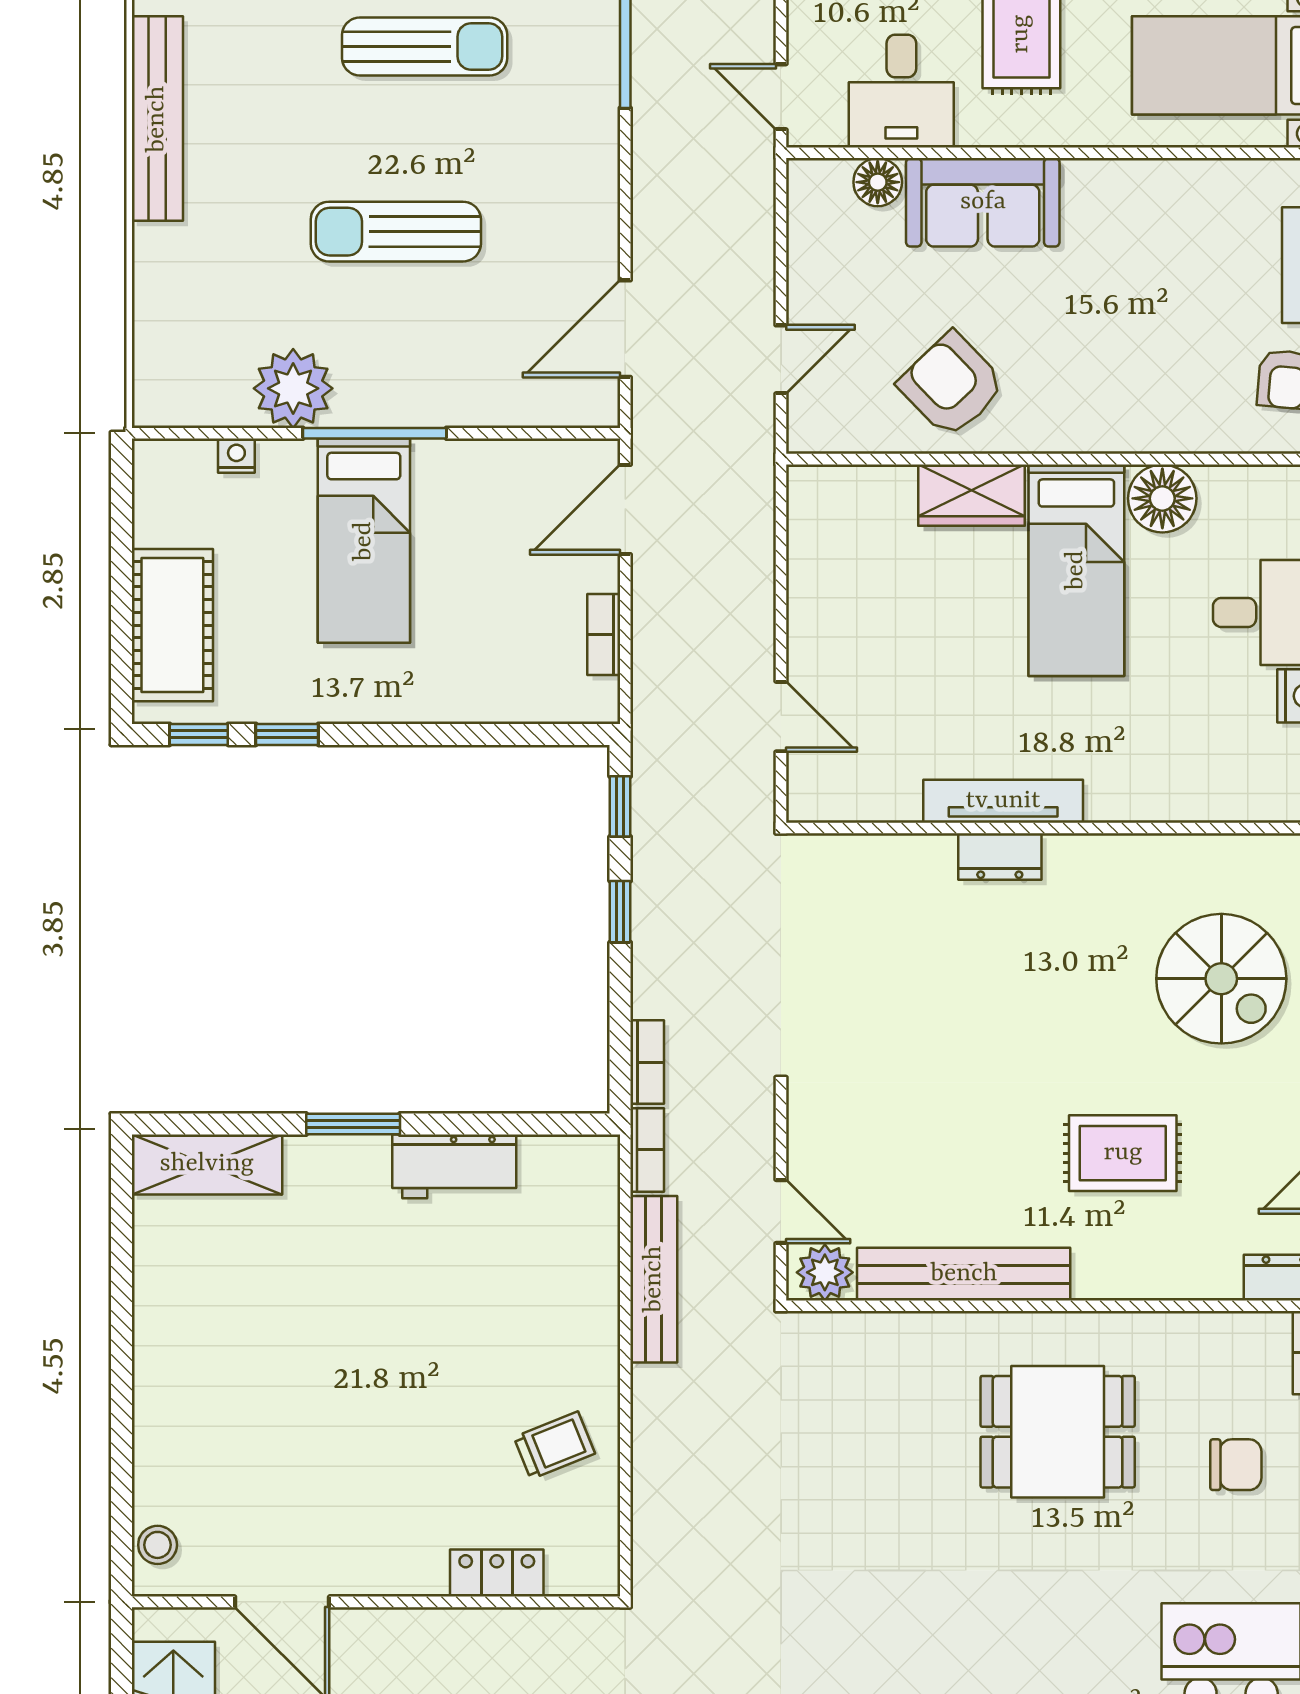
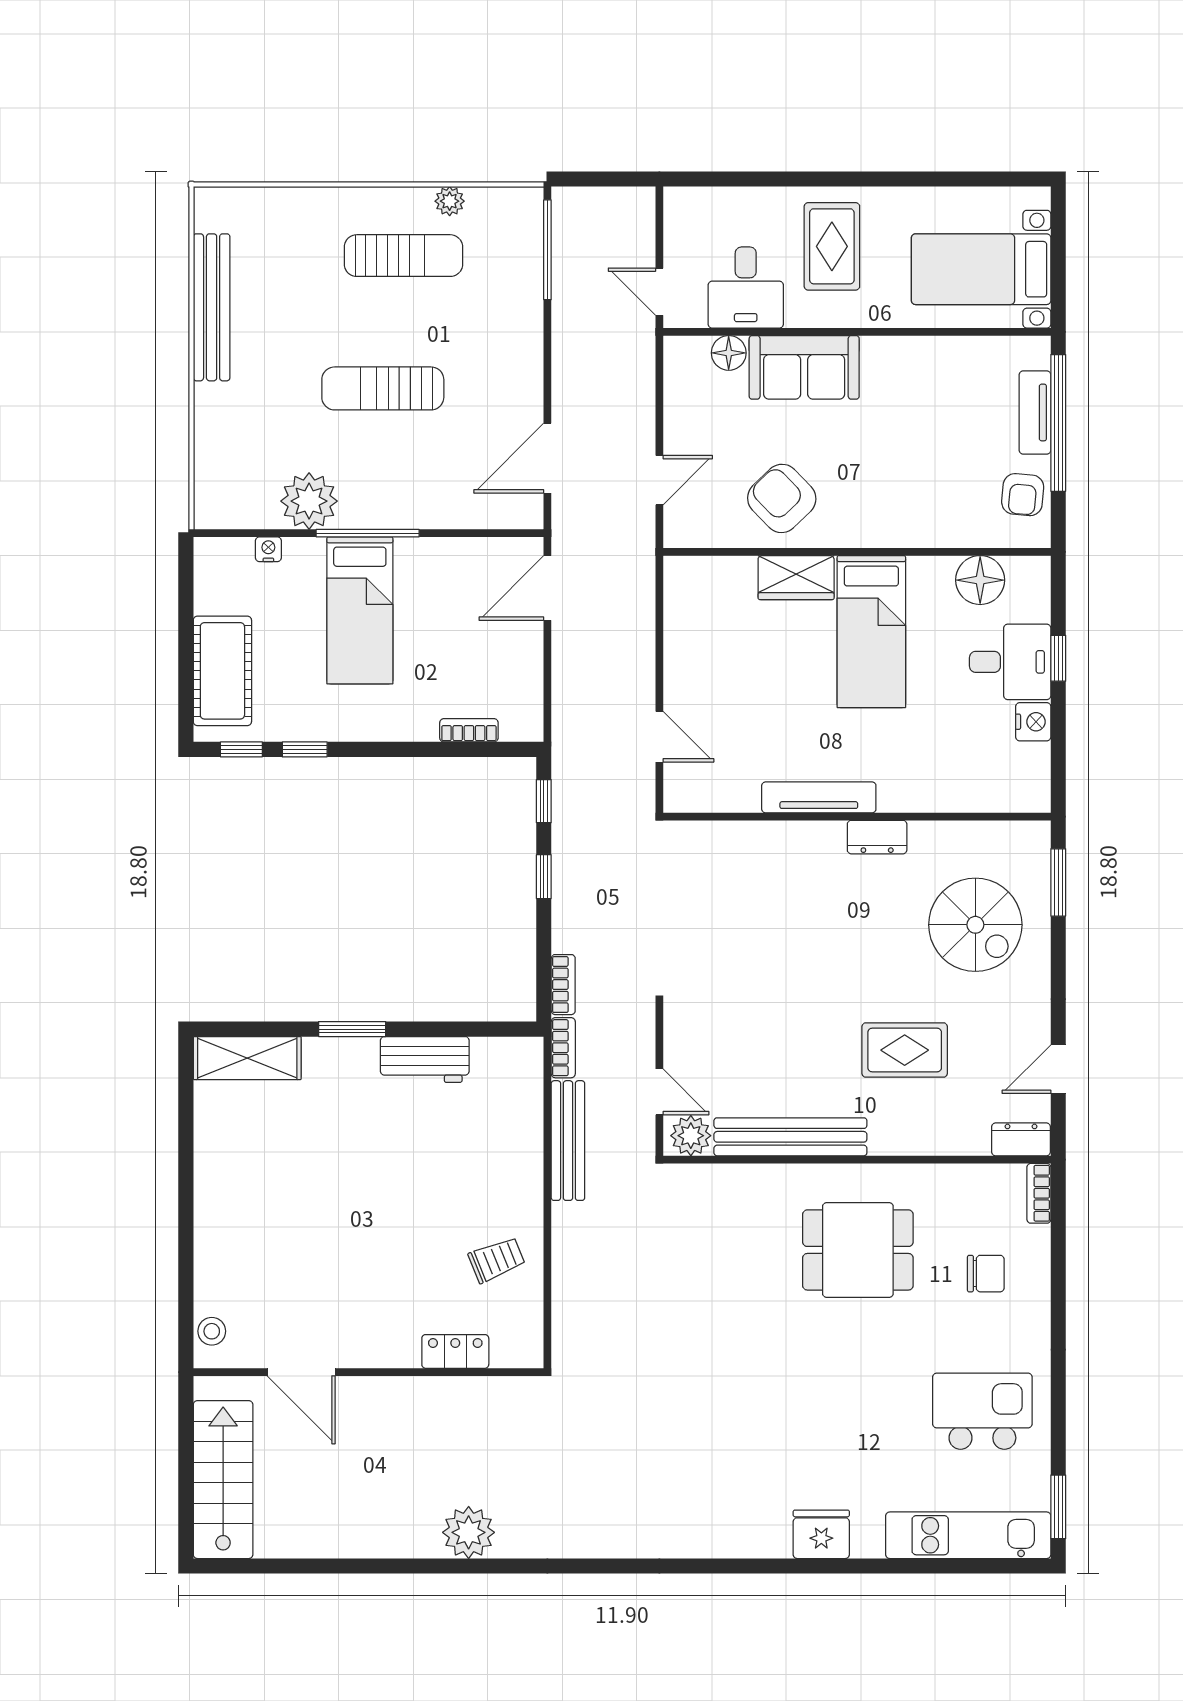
floor lamp: (1162, 498) -> (980, 580), moved
bookcase: (604, 634) -> (469, 730), moved, turned 90
dresser: (1000, 857) -> (877, 837), moved

